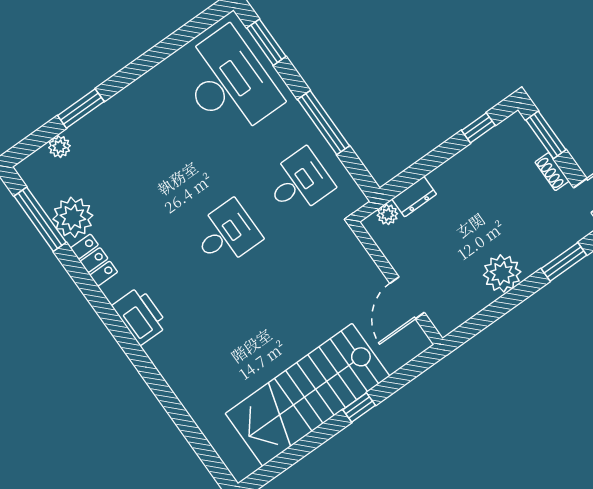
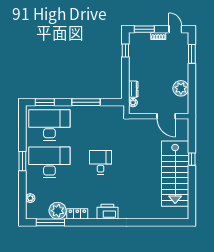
window: (81, 109) -> (22, 161), moved
desk: (299, 182) -> (49, 162), moved, width x1.87, depth x1.30
plant: (502, 273) -> (181, 88), moved

